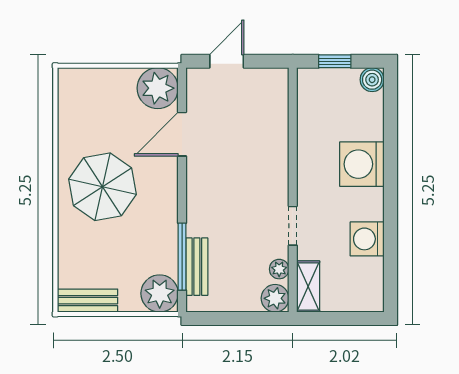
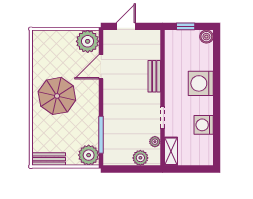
bench: (197, 267) -> (154, 76), moved
plant: (275, 298) -> (140, 158), moved

